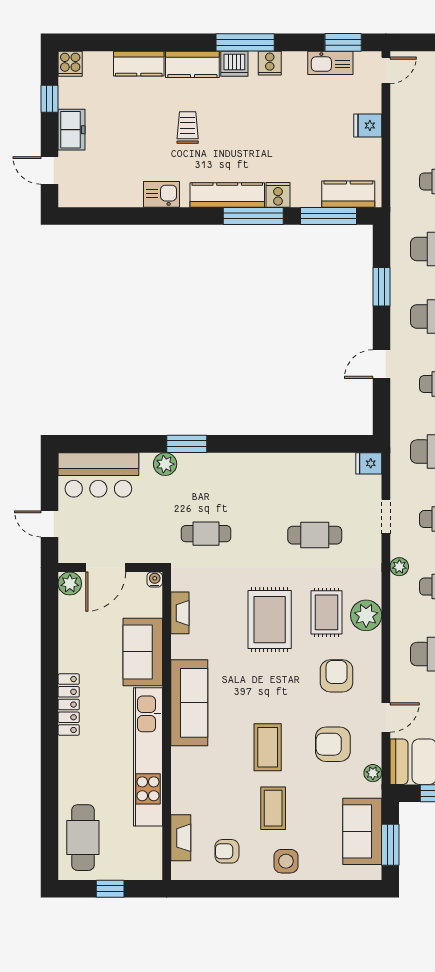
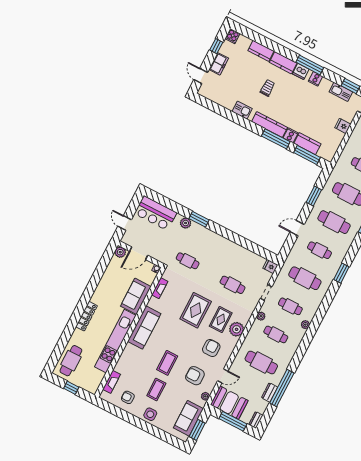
kitchen counter: (348, 194) -> (307, 144), moved
locker: (69, 705) -> (86, 316), moved

